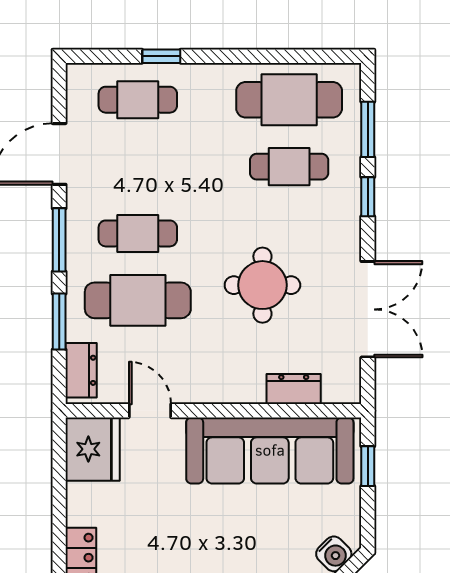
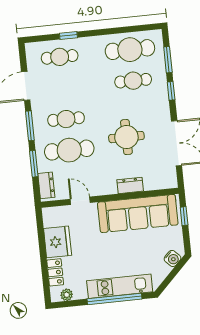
dresser: (294, 389) -> (130, 185), moved
fridge: (93, 449) -> (58, 242), moved

